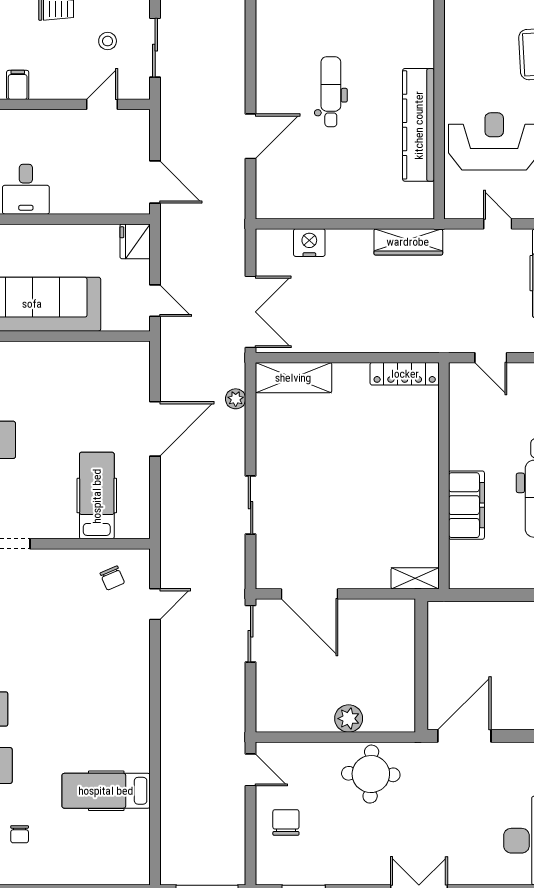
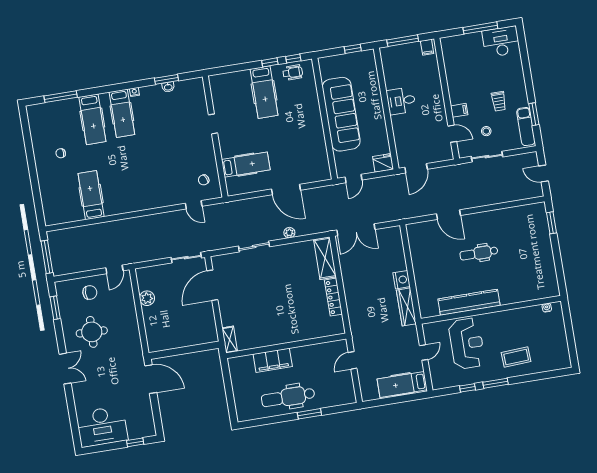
filing cabinet: (18, 85) -> (459, 110), moved
dental chair: (331, 92) -> (479, 253), turned 180
nightstand: (309, 243) -> (402, 280), moved
locker: (405, 374) -> (333, 297), moved
plant: (236, 399) -> (289, 233), moved
plant: (349, 719) -> (147, 298), moved
round table: (371, 774) -> (92, 332), moved

